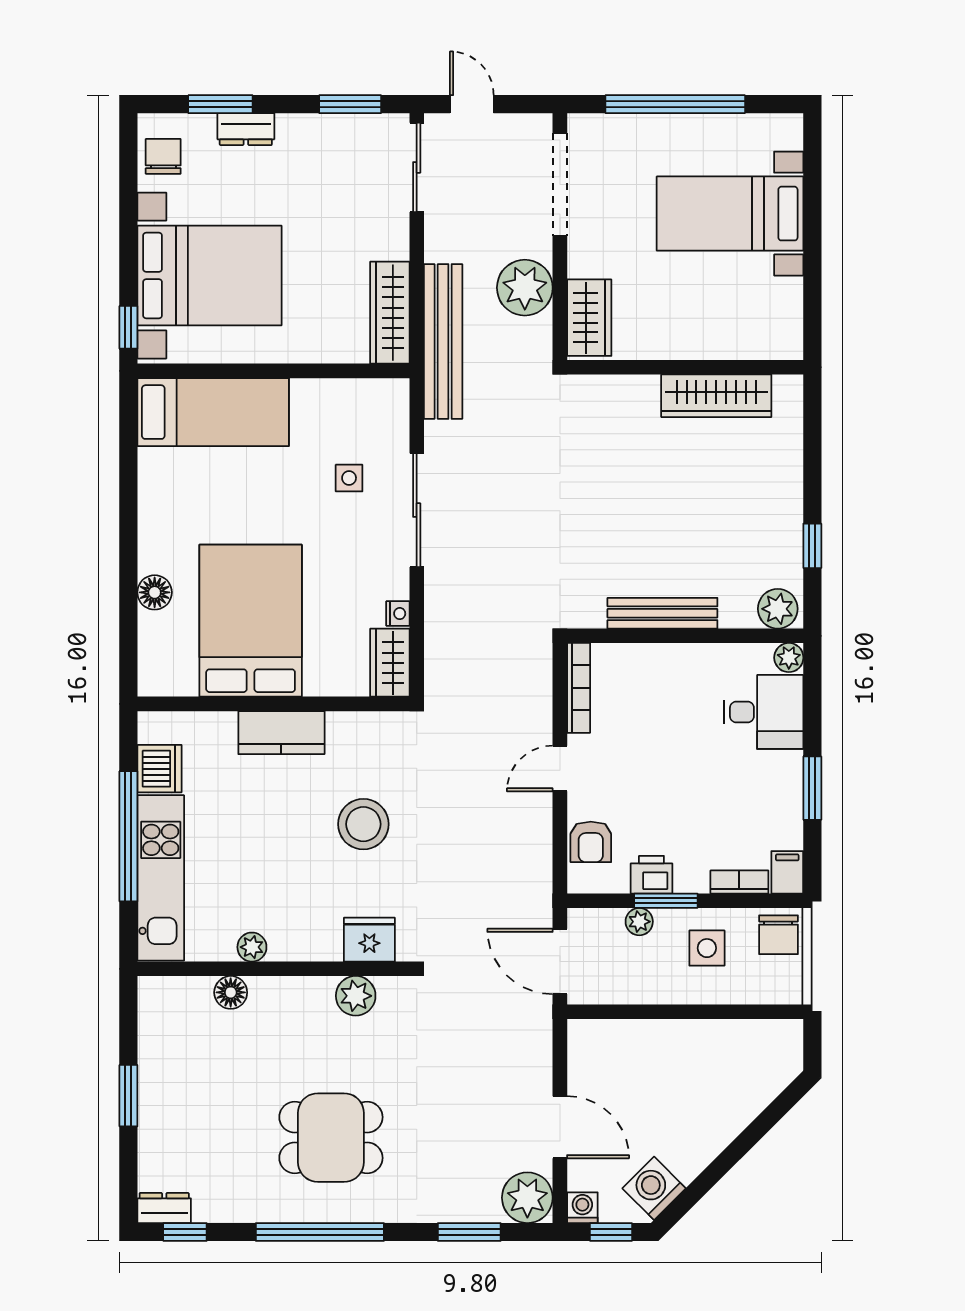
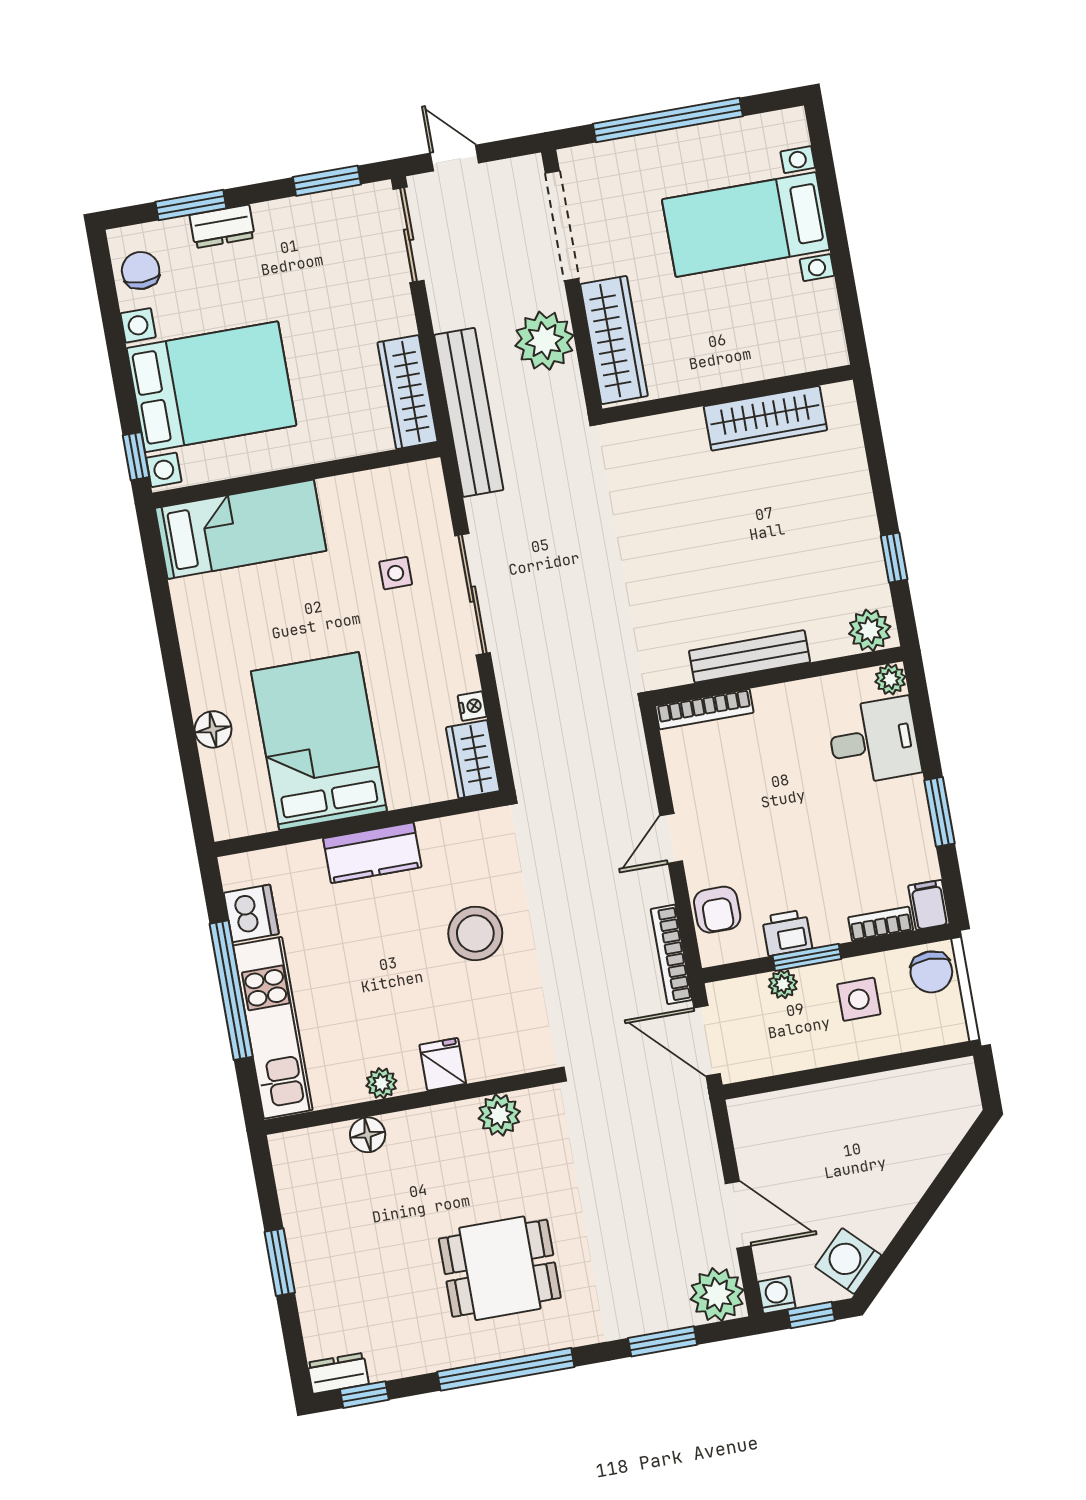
wardrobe: (589, 318) -> (614, 340), width x1.50
bookcase: (579, 688) -> (704, 709), moved, turned 90
bookcase: (541, 876) -> (671, 954), added
fridge: (369, 940) -> (443, 1064), moved, width x0.72

